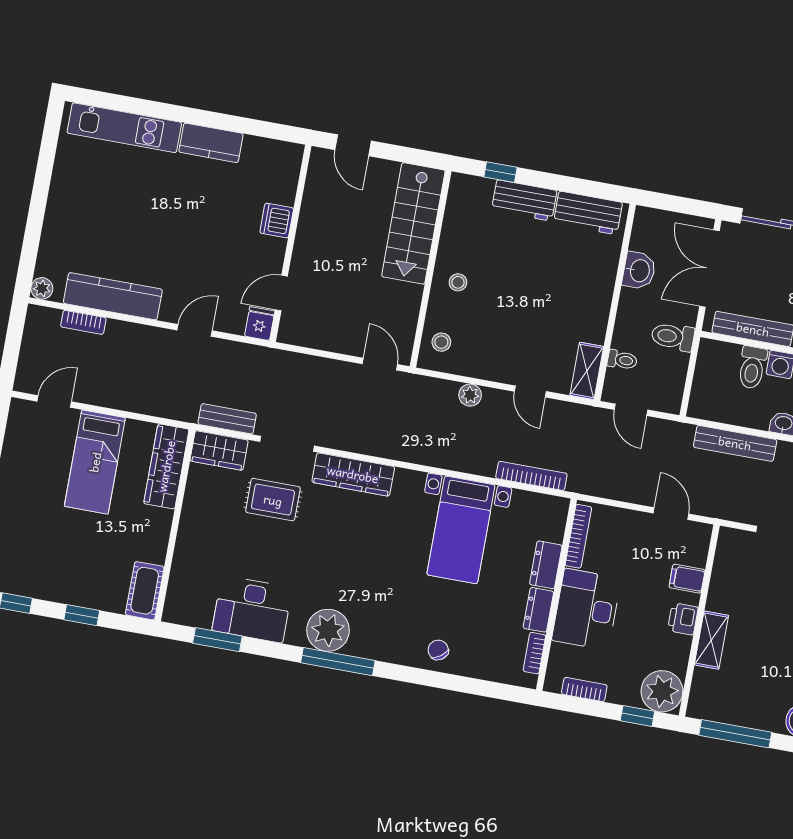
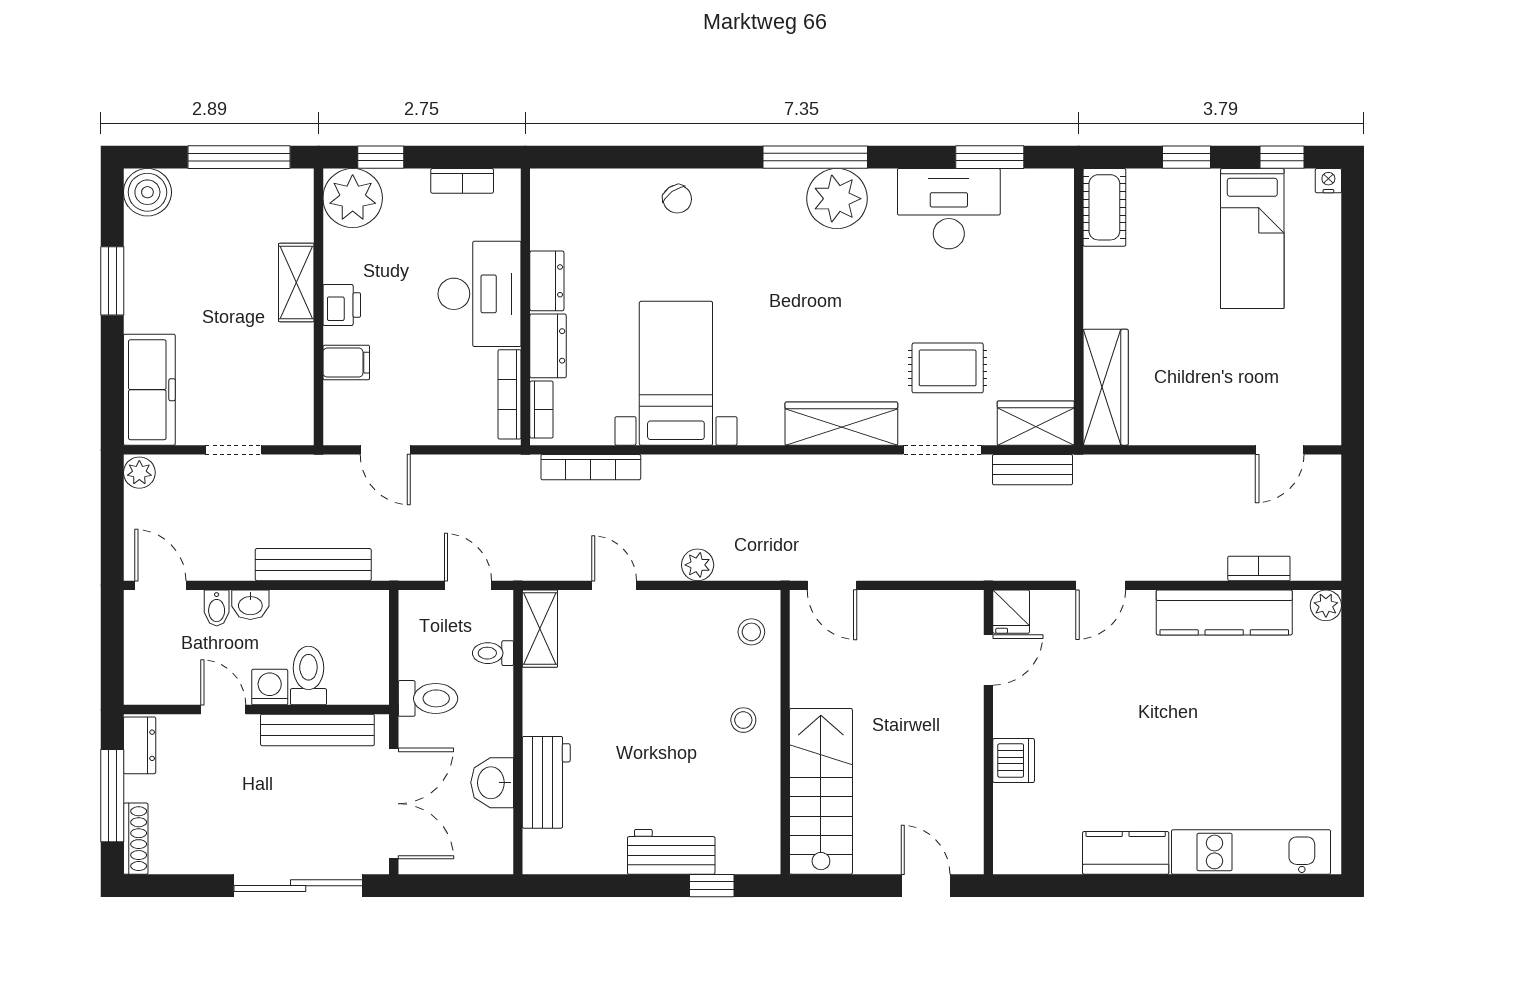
workbench: (588, 213) -> (546, 782), moved, turned 90
bed: (95, 462) -> (1252, 238), moved, turned 180
bookcase: (534, 653) -> (541, 410), moved

